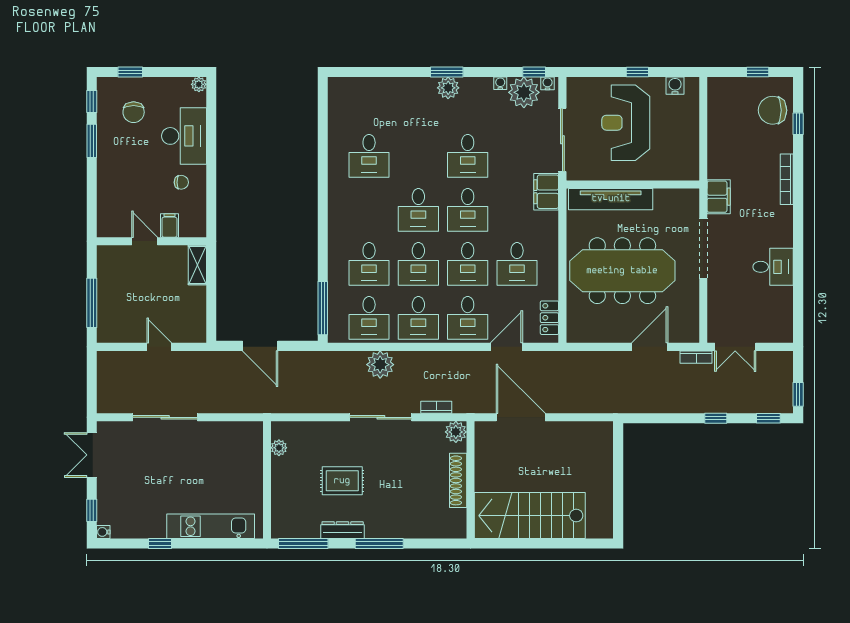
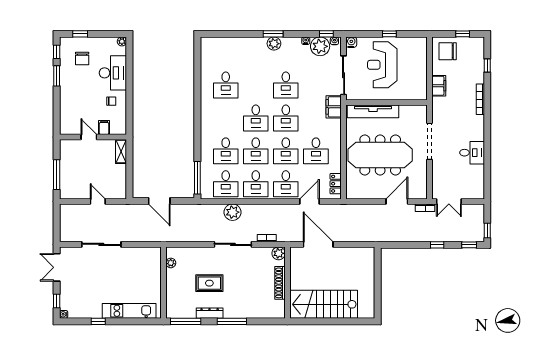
water cooler: (675, 86) -> (351, 42), moved
chair: (773, 110) -> (448, 51), moved
filing cabinet: (719, 197) -> (439, 86), moved

